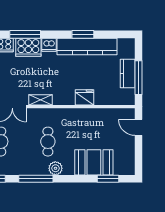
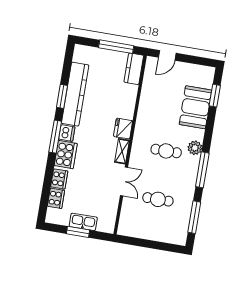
window: (25, 34) -> (55, 137), moved
kitchen counter: (128, 73) -> (134, 69), moved, turned 90
fridge: (84, 97) -> (123, 129), moved

